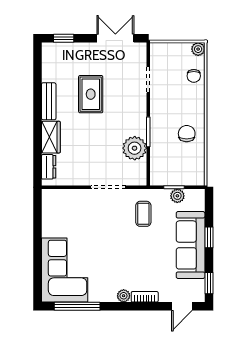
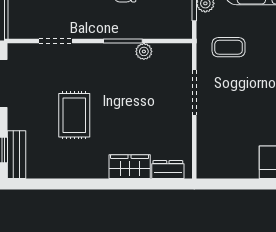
rug: (91, 94) -> (74, 115), turned 90
bench: (49, 101) -> (17, 155), moved, turned 90
plant: (135, 148) -> (144, 51), width x0.53, depth x0.53

